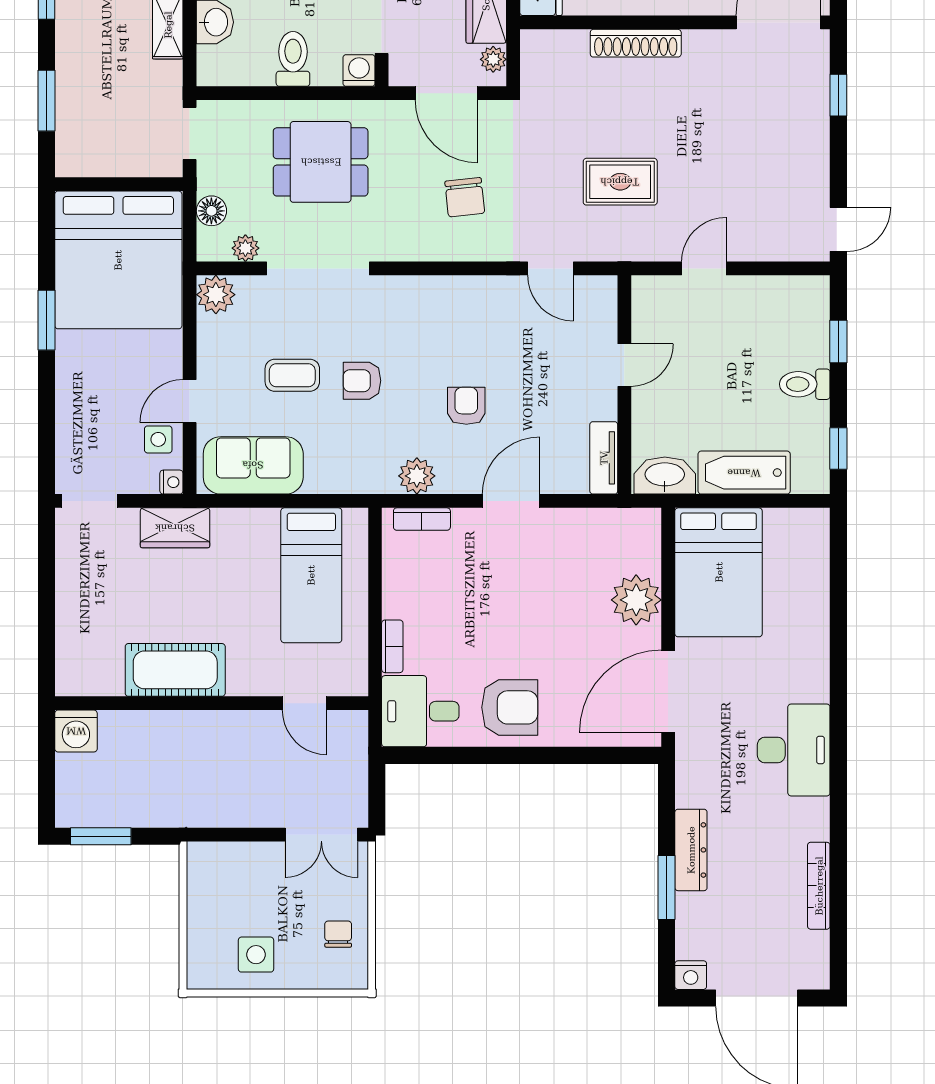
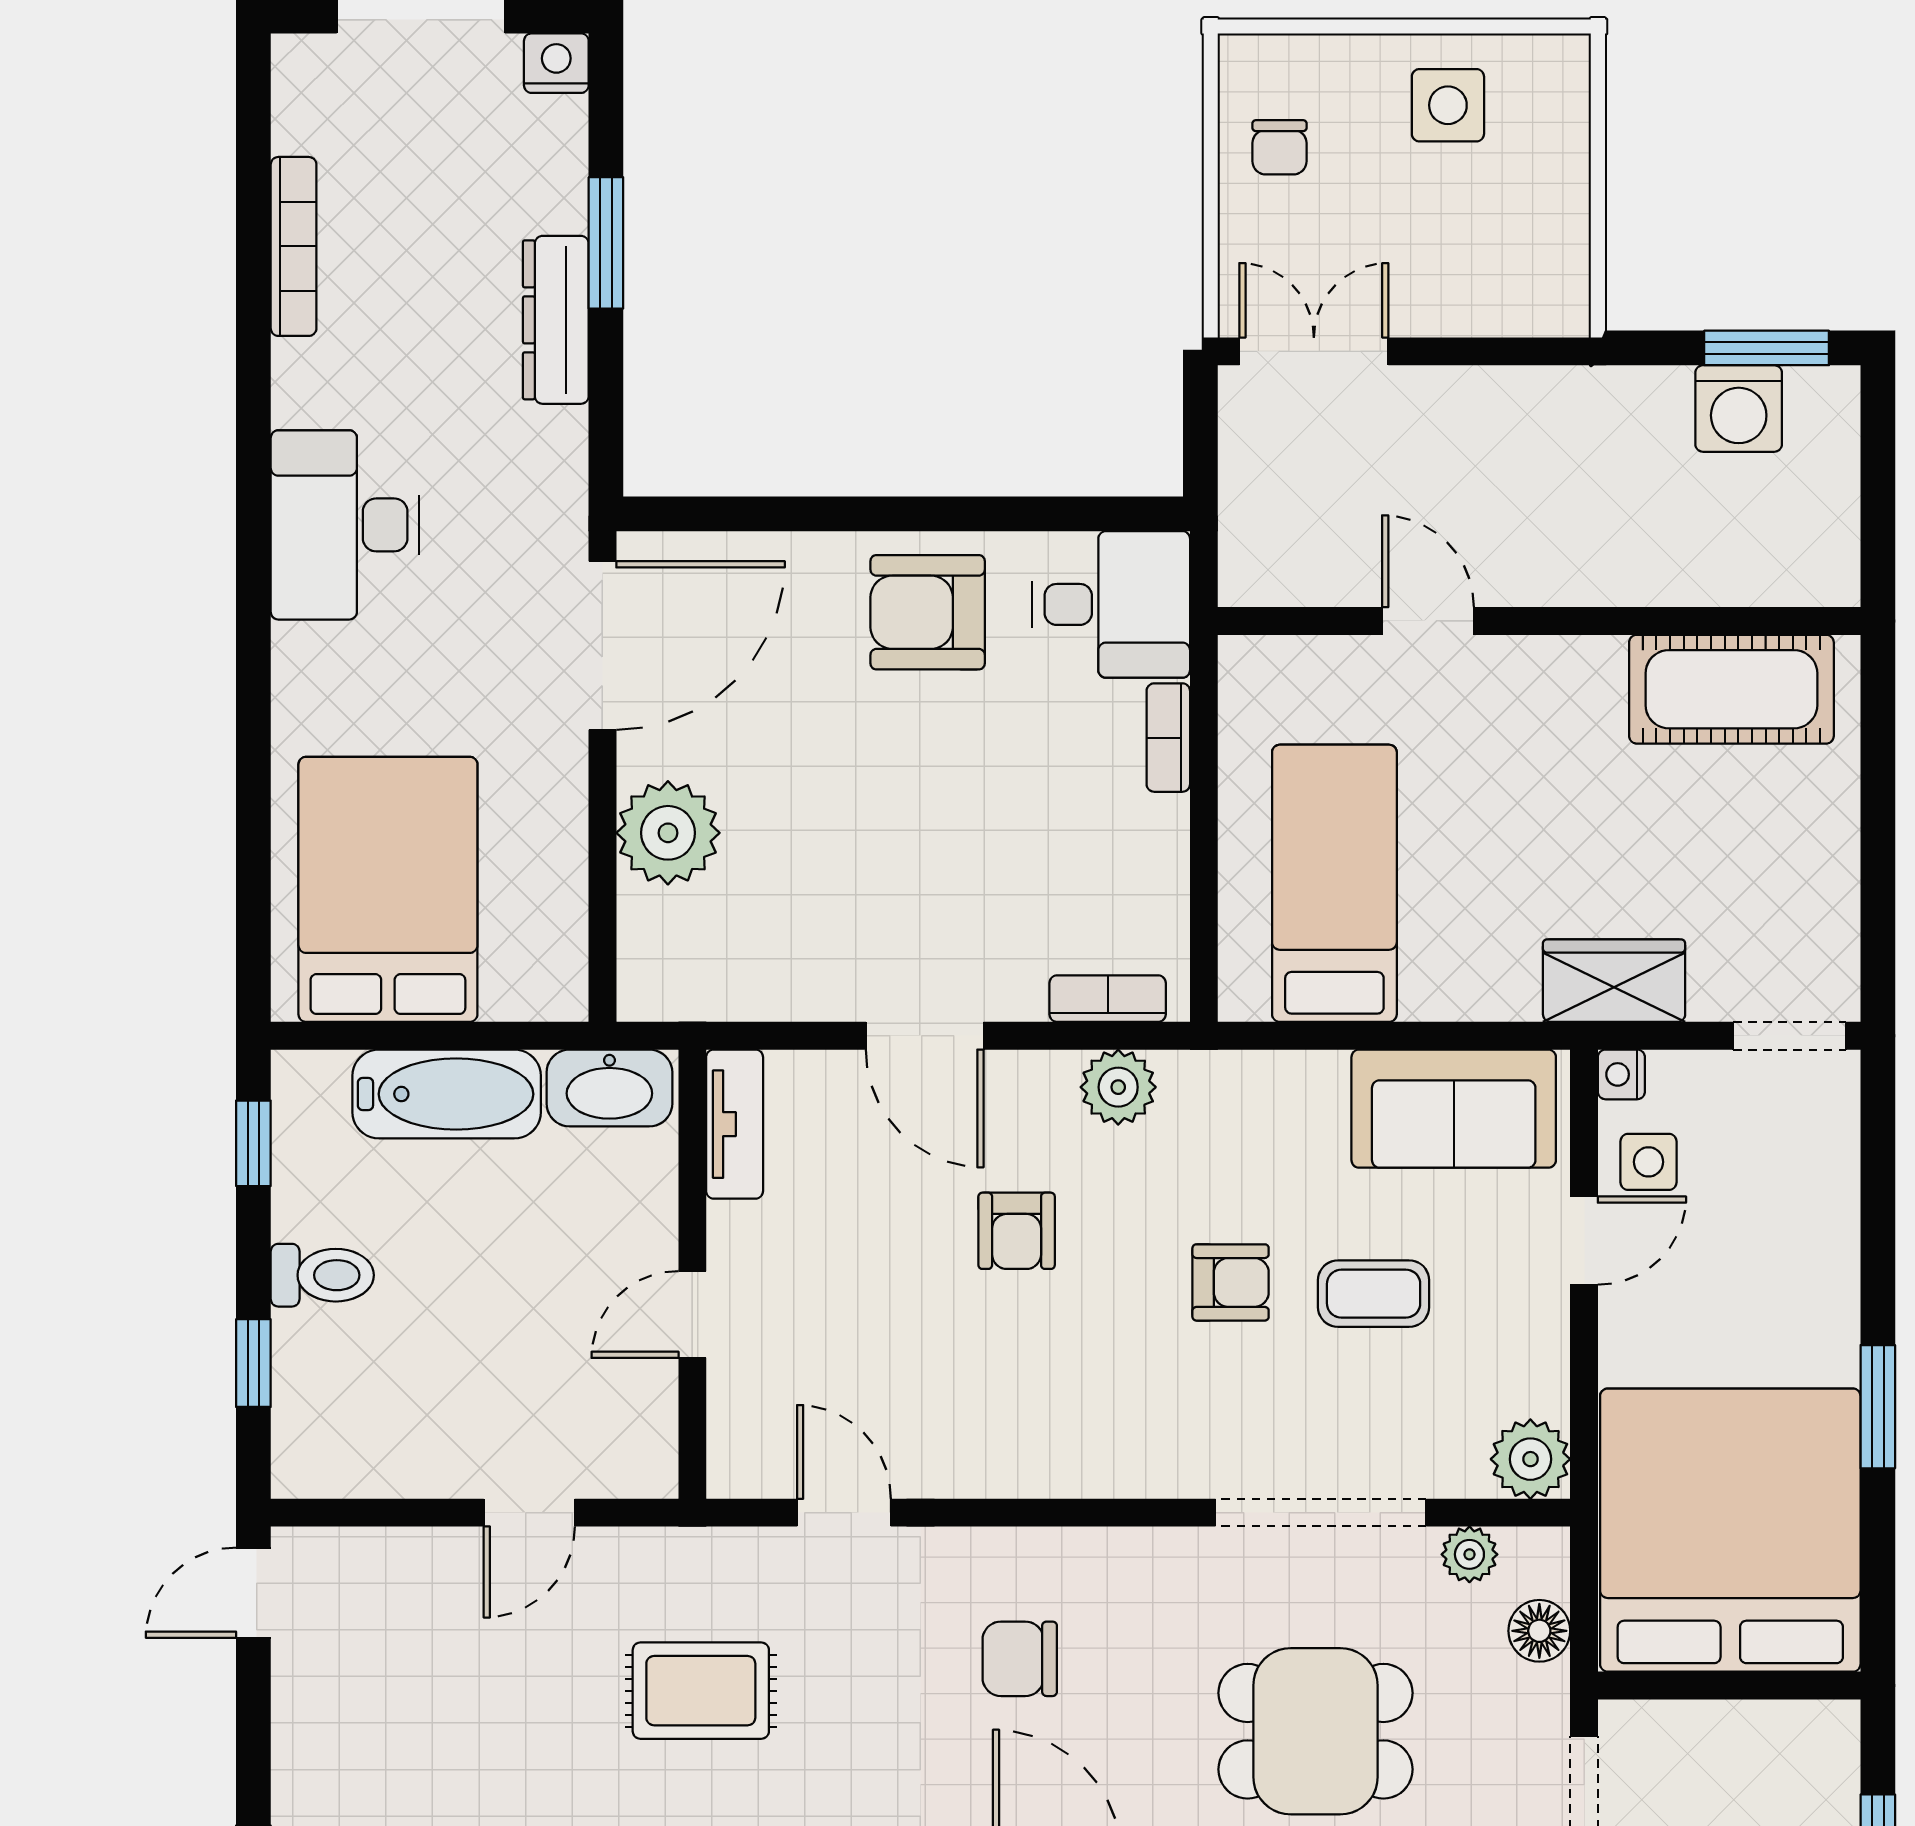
chair: (465, 197) -> (1020, 1659), turned -84
door: (511, 501) -> (925, 1036), hinge flipped
bed: (719, 572) -> (388, 889), moved
cot: (175, 670) -> (1731, 689), moved
door: (305, 703) -> (1428, 621), moved
washing machine: (76, 731) -> (1739, 409), moved, turned 180

